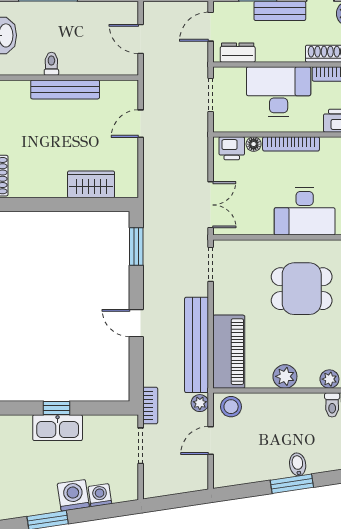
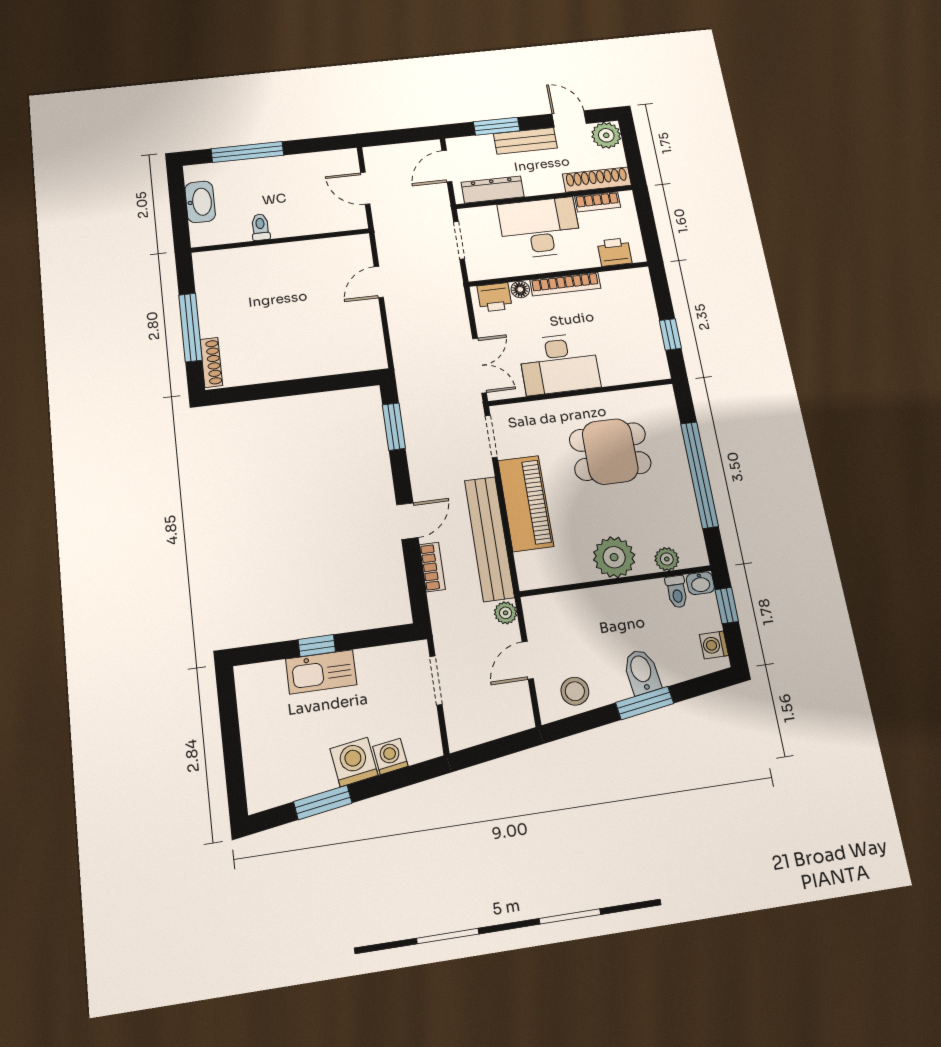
dresser: (238, 53) -> (493, 190), width x1.44
bench: (65, 89) -> (281, 254), removed
wardrobe: (91, 184) -> (327, 359), removed
desk: (305, 211) -> (559, 364), moved
door: (136, 323) -> (407, 521), swing flipped
piano: (229, 352) -> (526, 503), moved
plant: (285, 376) -> (614, 557), width x1.36, depth x1.36
bookcase: (150, 406) -> (432, 567), moved
stool: (231, 407) -> (575, 691), moved
bidet: (298, 464) -> (642, 672), width x1.38, depth x1.36

